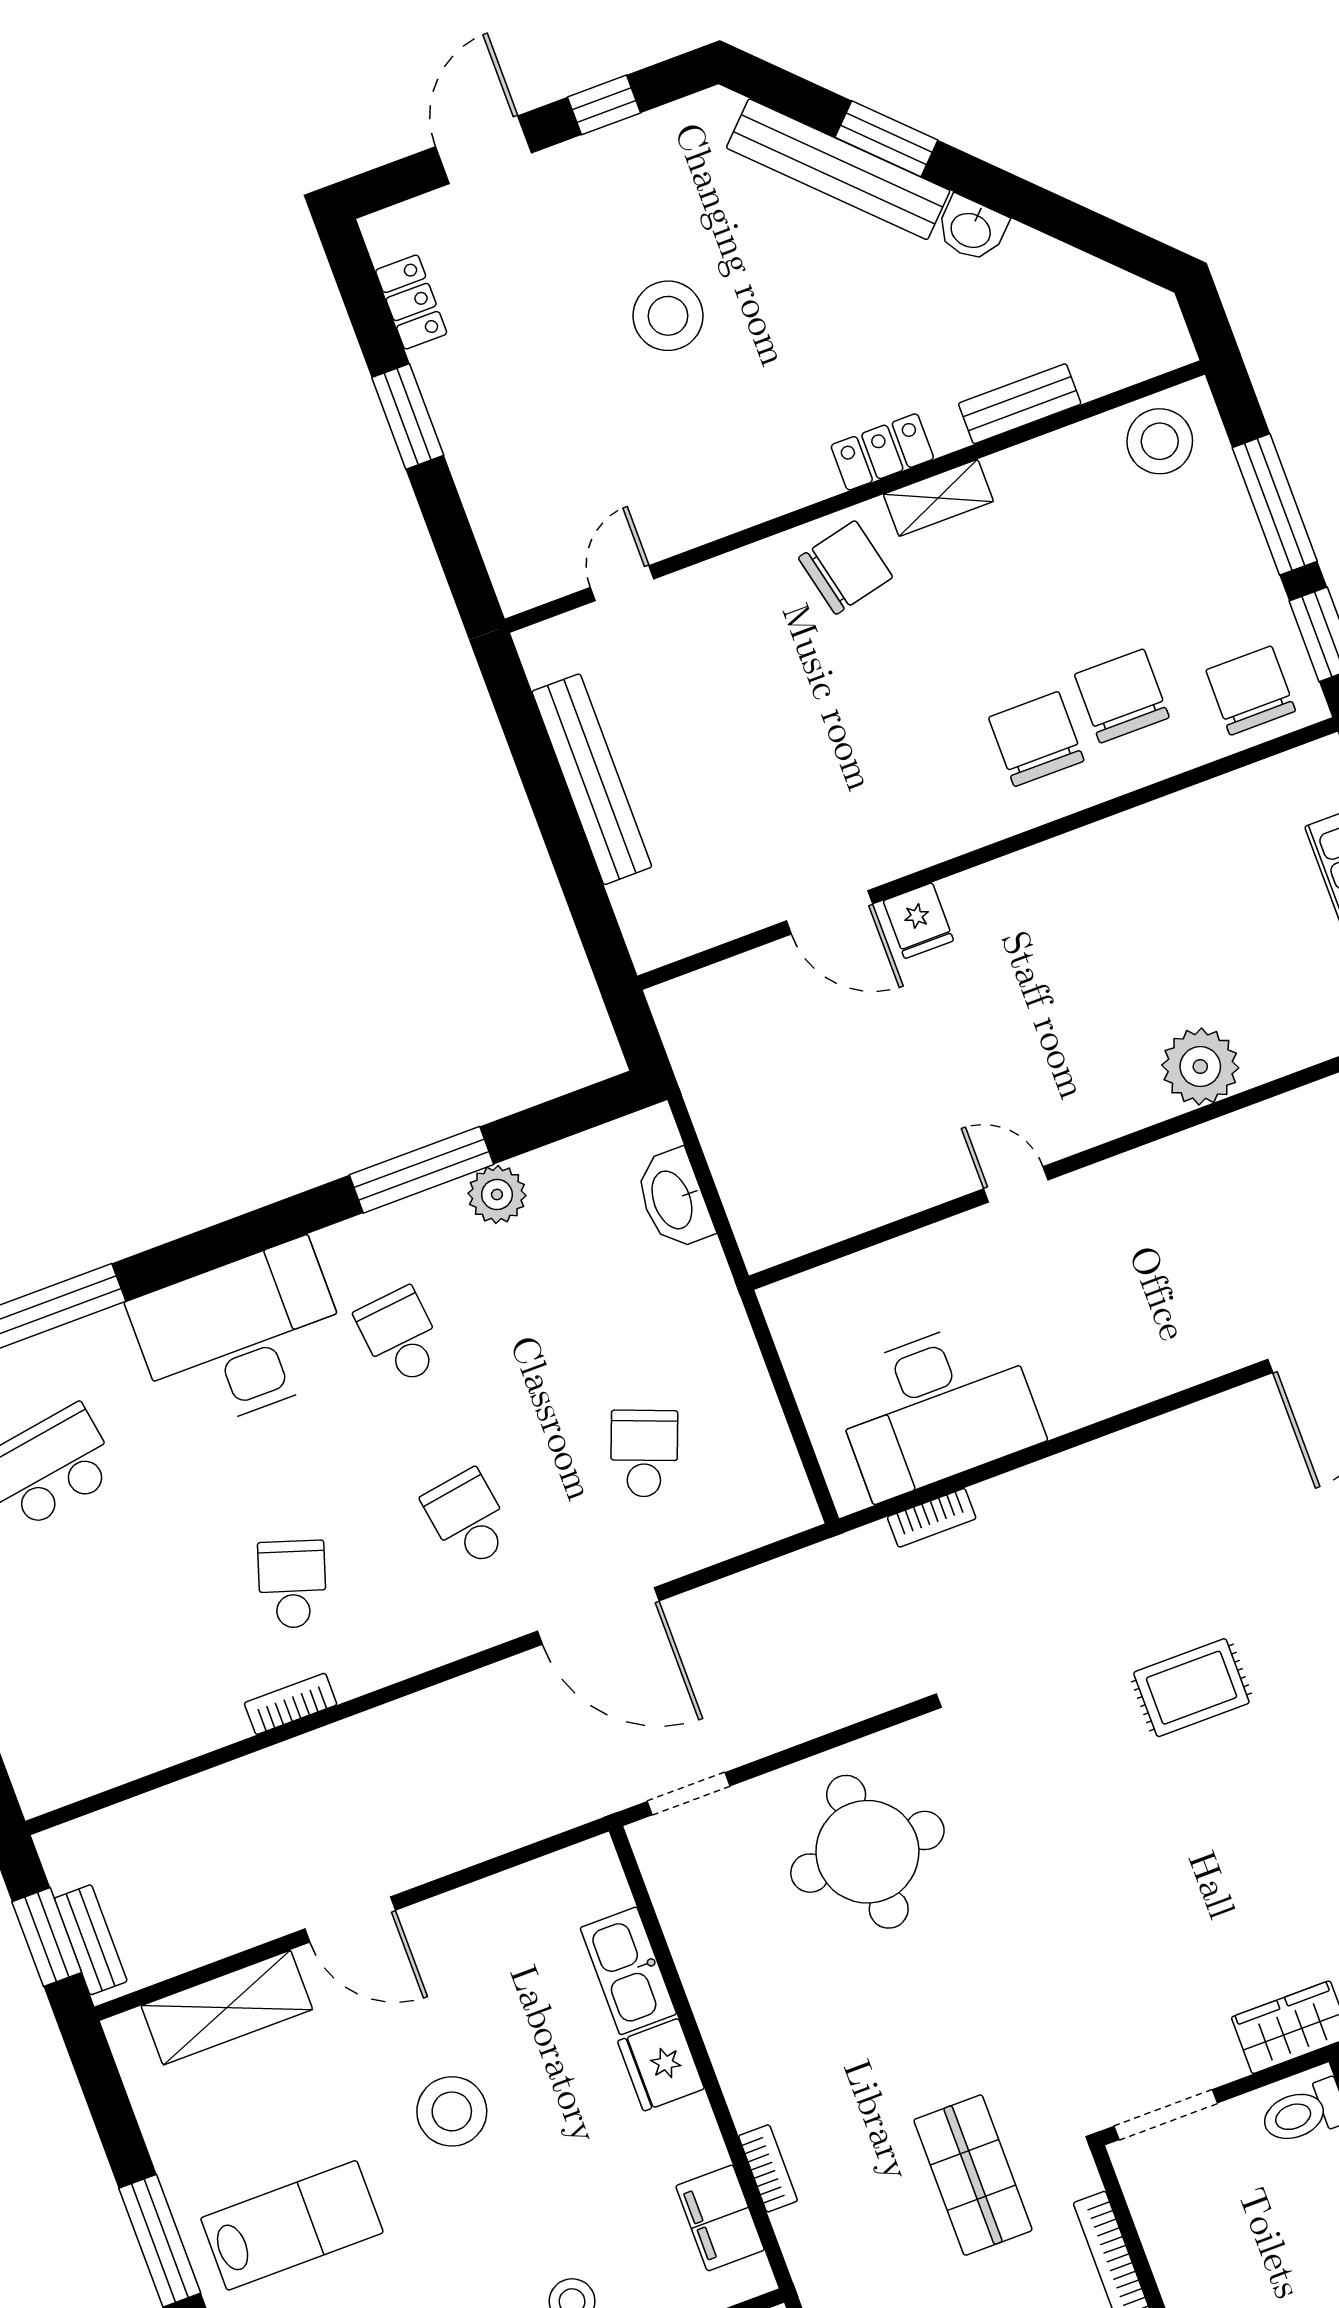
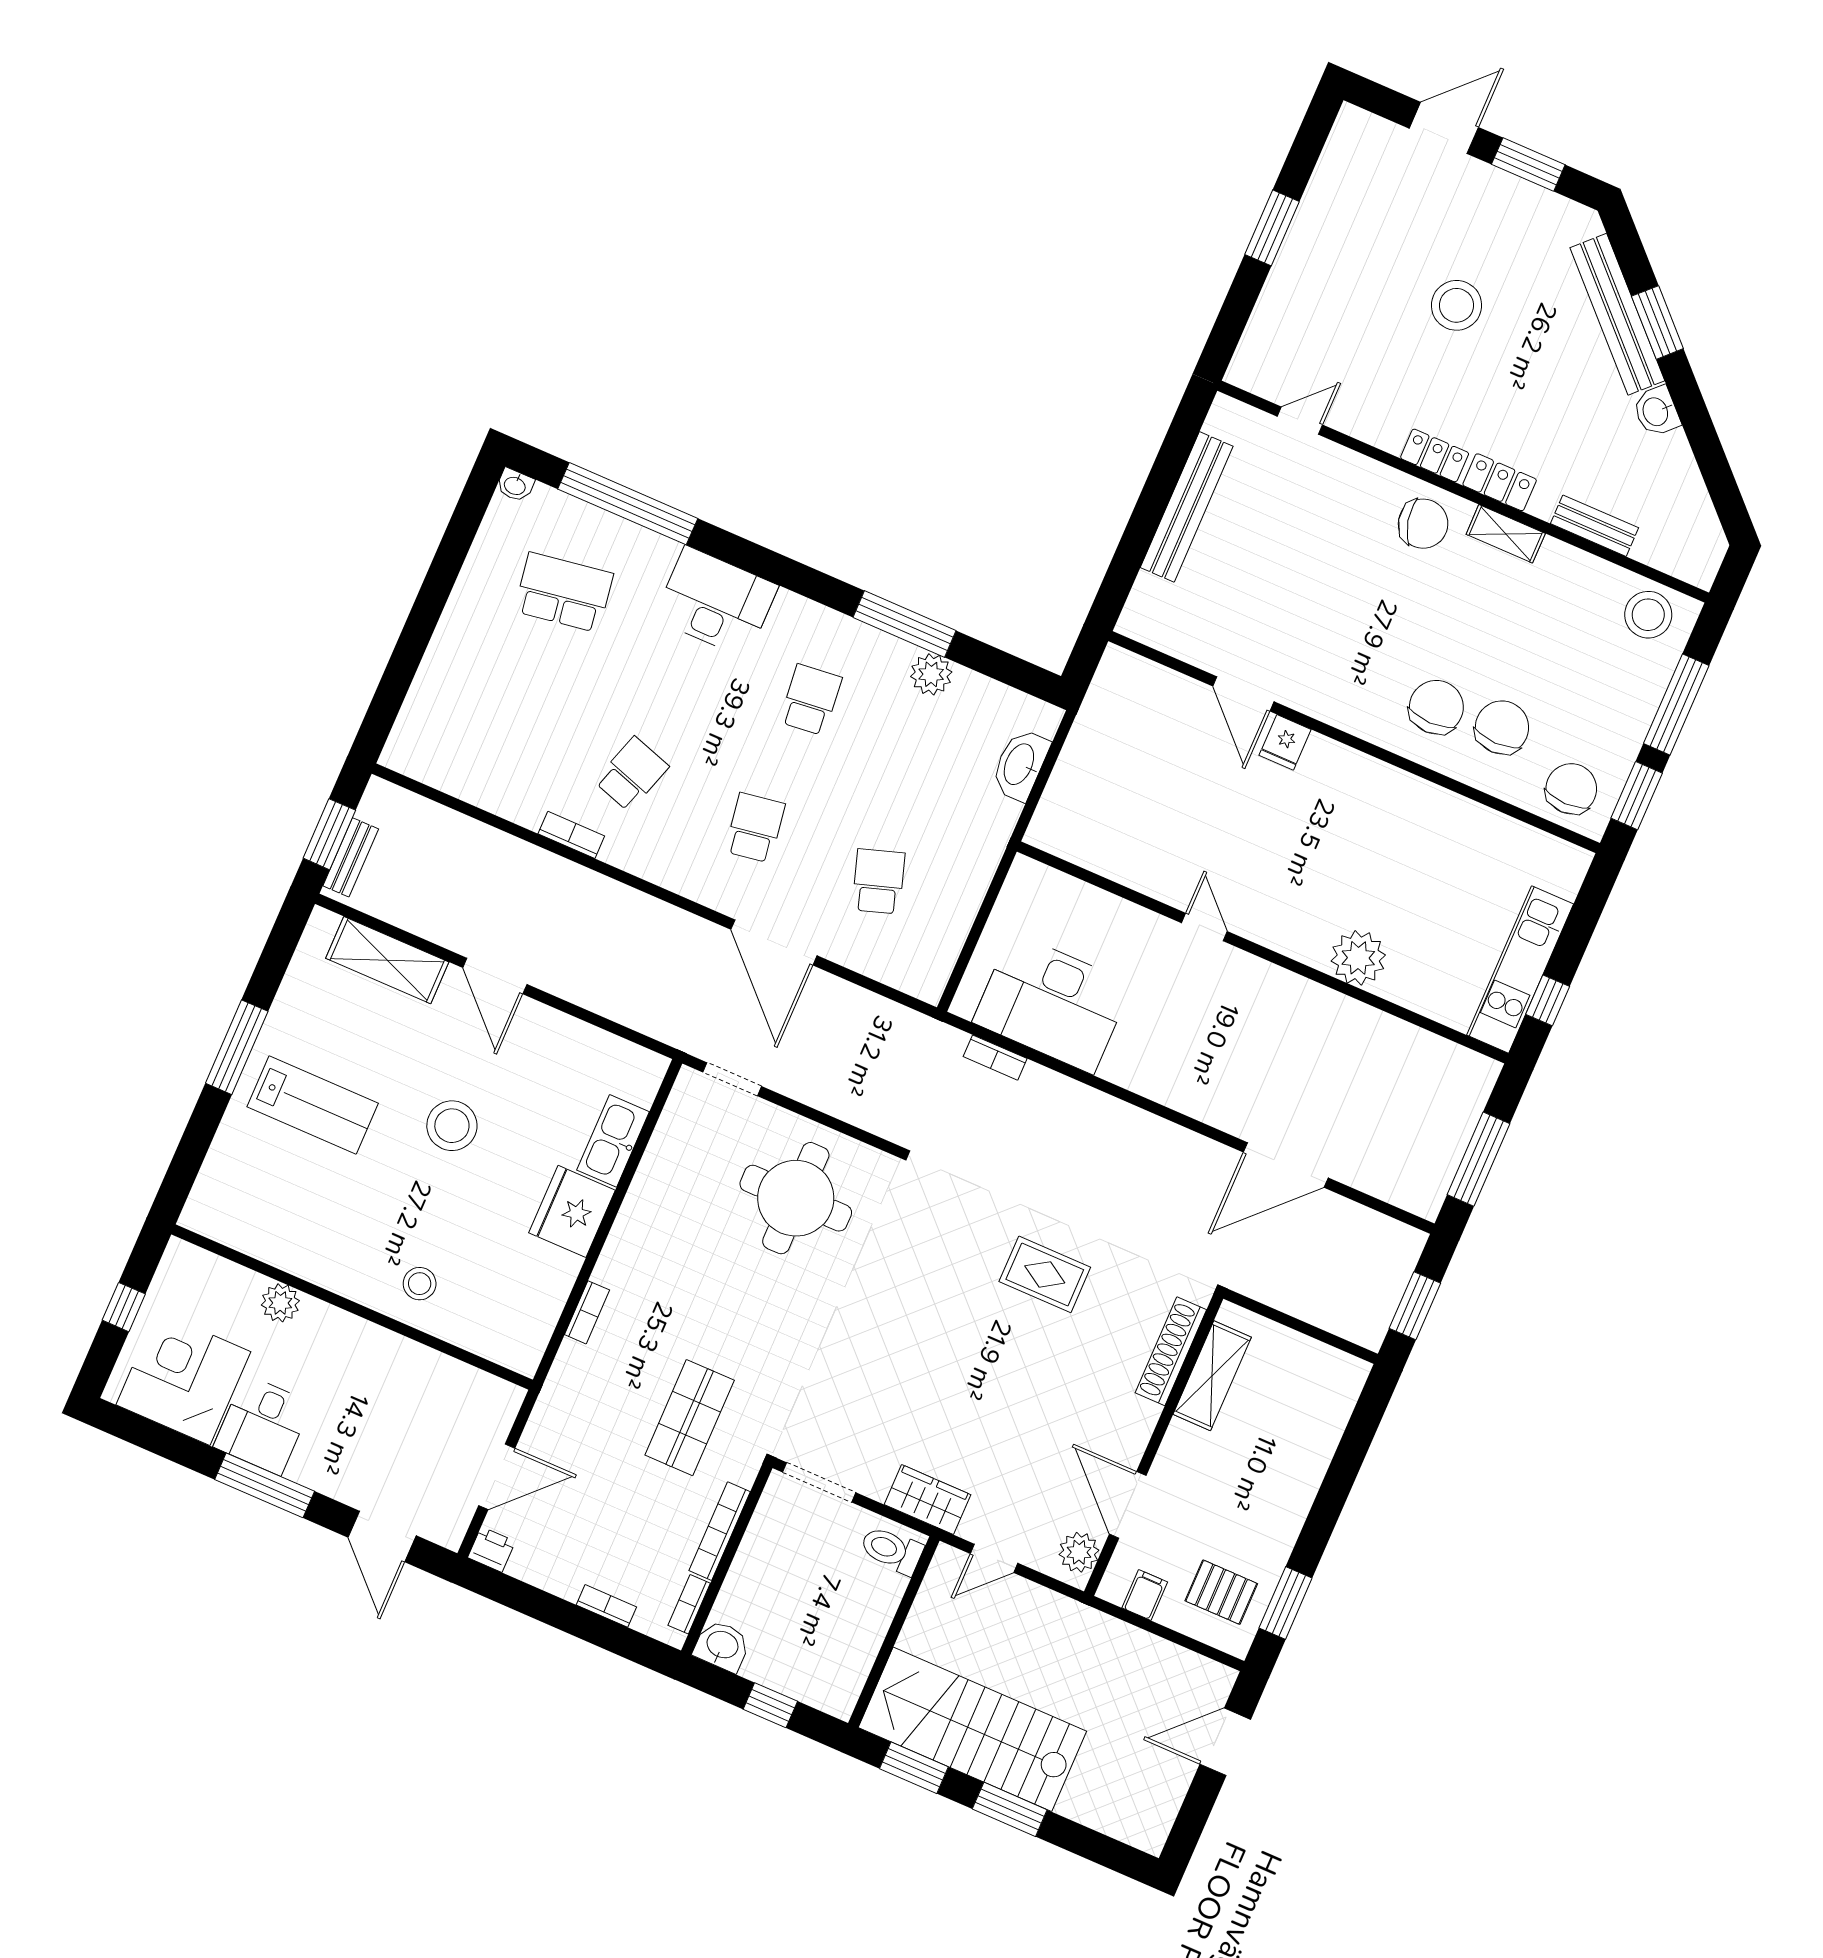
window: (604, 105) -> (1528, 165), width x1.50
locker: (411, 302) -> (1435, 455), moved, turned -90
desk: (241, 1337) -> (716, 602), width x0.73, depth x0.77
school desk: (644, 1453) -> (878, 881), turned -39
fridge: (661, 2065) -> (572, 1211), width x1.36, depth x1.34
filing cabinet: (720, 2218) -> (538, 1314), removed

